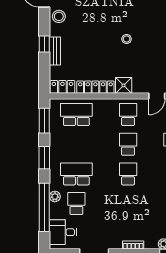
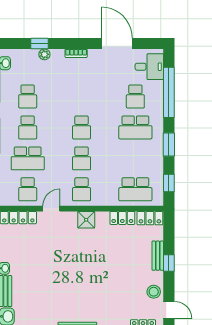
stool: (127, 39) -> (83, 268), removed
locker: (95, 87) -> (122, 218), width x0.66
window: (44, 121) -> (169, 183), width x0.67
plant: (55, 196) -> (158, 104), removed

